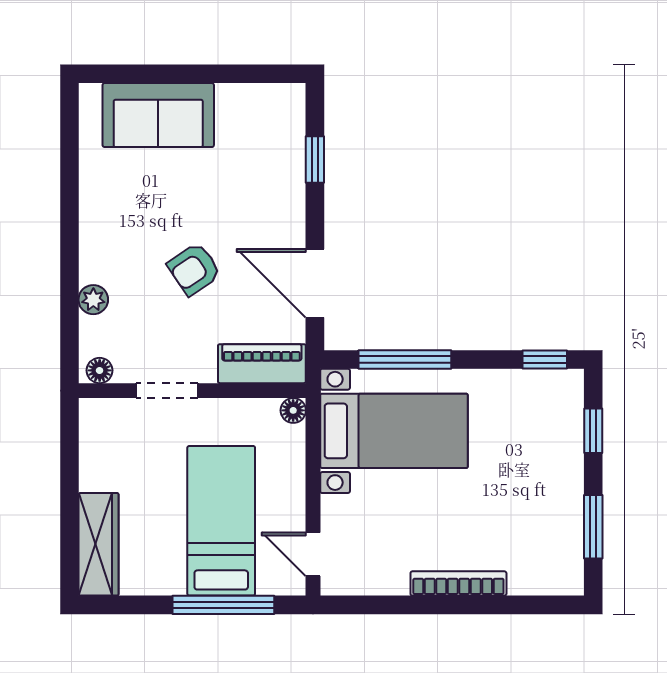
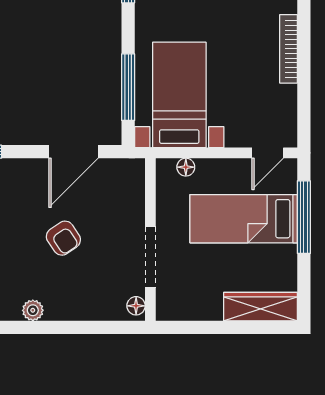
plant: (93, 300) -> (33, 310), moved
piano: (262, 364) -> (131, 190), removed
doorway: (167, 391) -> (150, 257), width x1.38
floor lamp: (293, 410) -> (186, 167), moved

